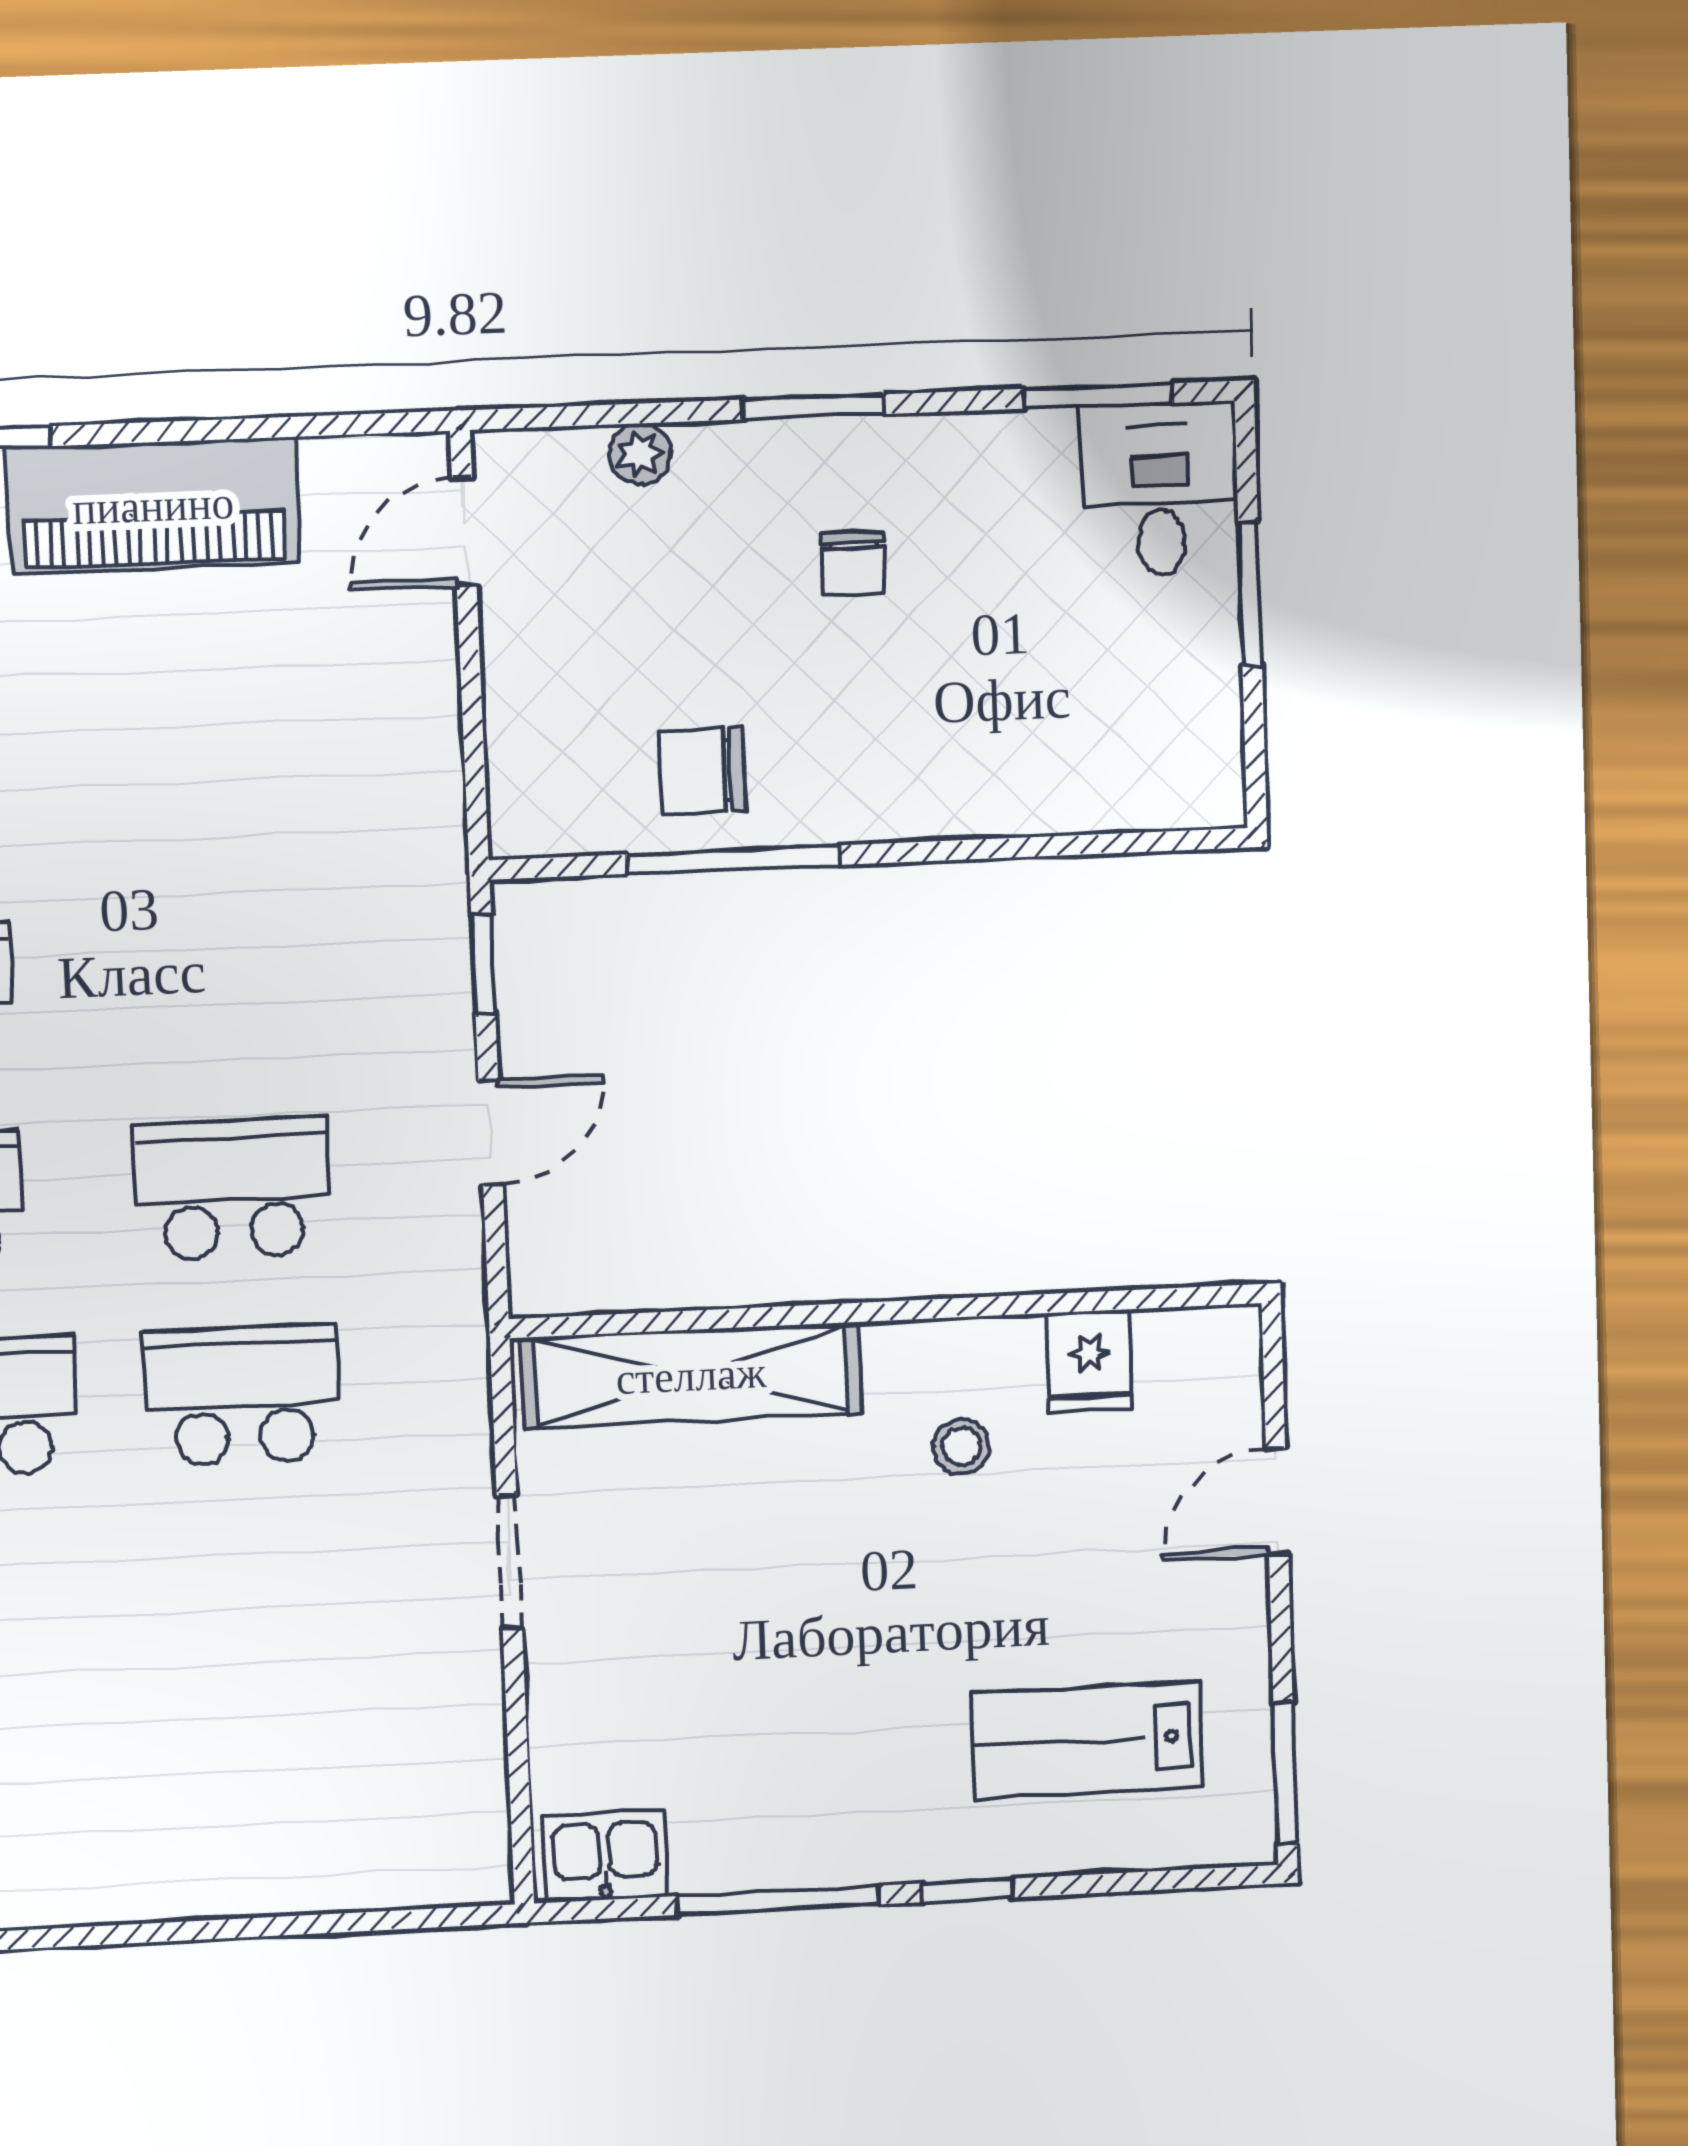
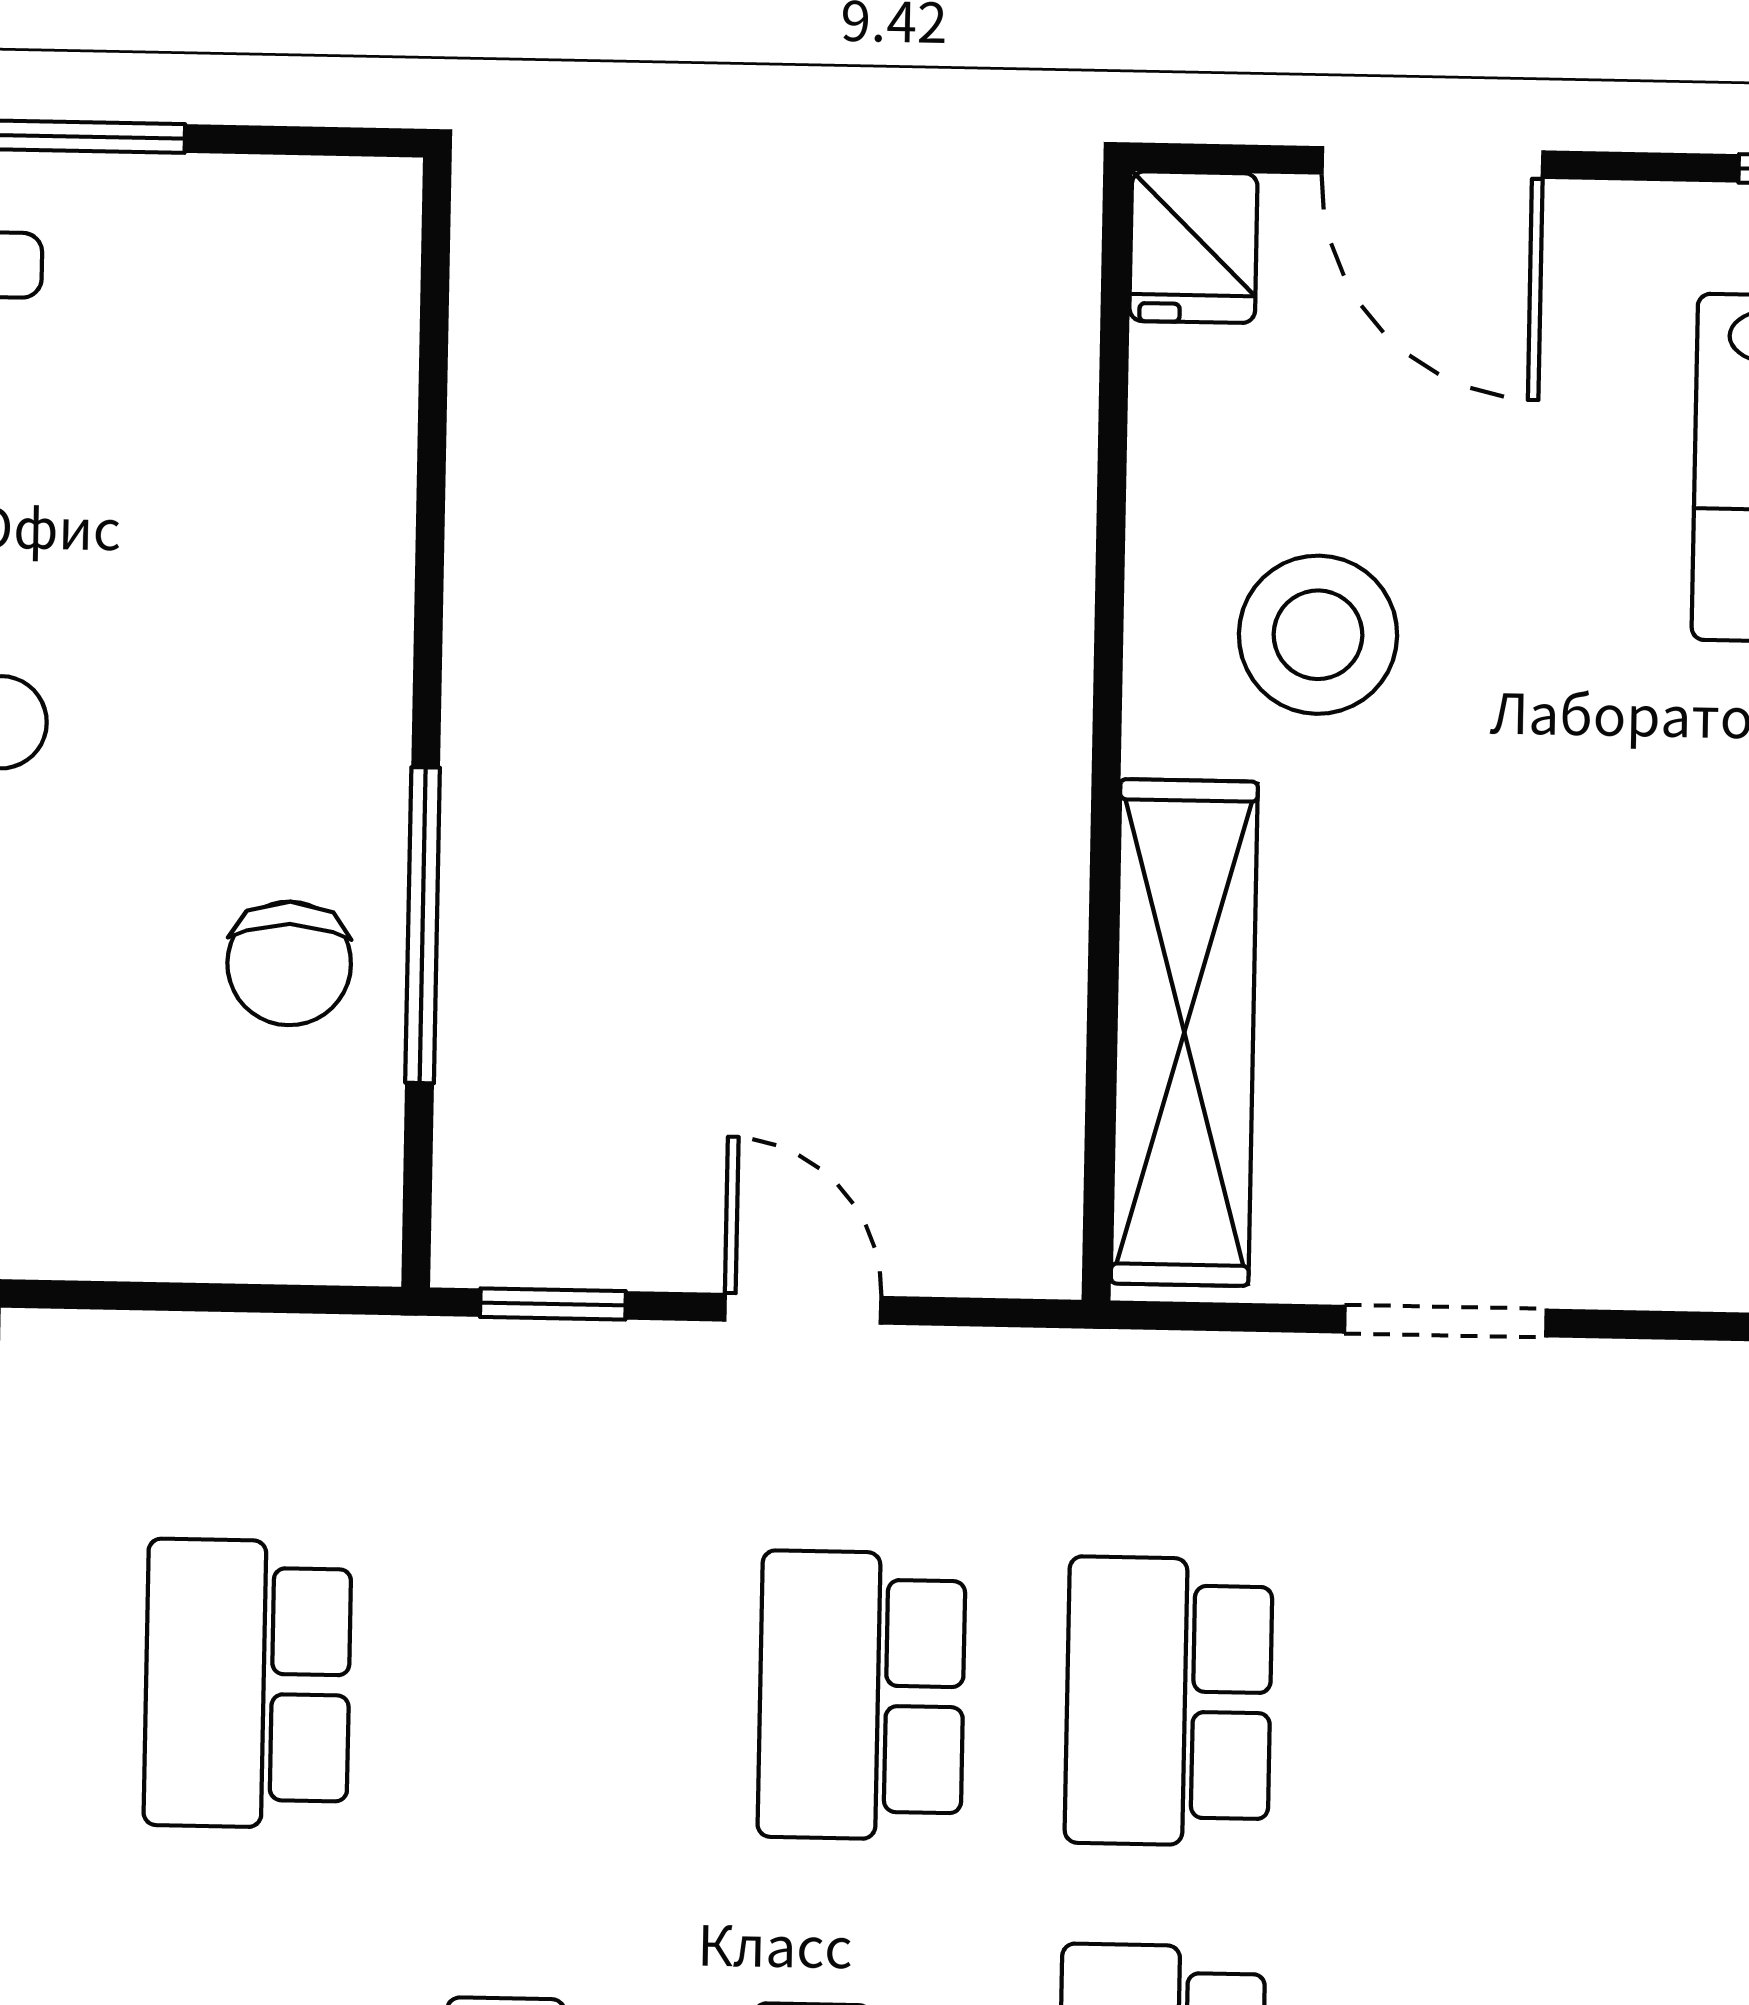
school desk: (212, 772) -> (247, 1684), added
fridge: (1089, 1361) -> (1193, 247), moved, turned 90
stool: (961, 1447) -> (1318, 635), width x1.89, depth x1.89
door: (1277, 1501) -> (1432, 163), width x1.38

